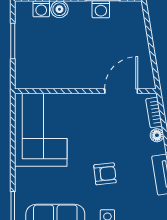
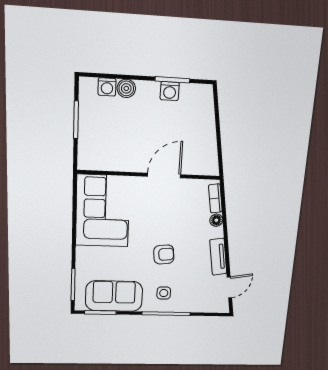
door: (121, 91) -> (164, 175), moved

